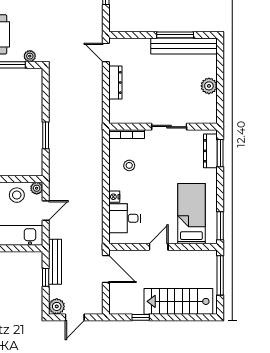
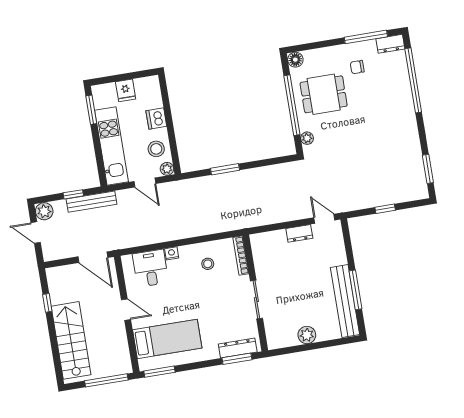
door: (106, 53) -> (324, 219), hinge flipped
dresser: (115, 82) -> (299, 233), width x0.70
door: (106, 269) -> (93, 257), hinge flipped

